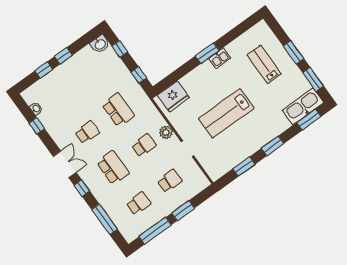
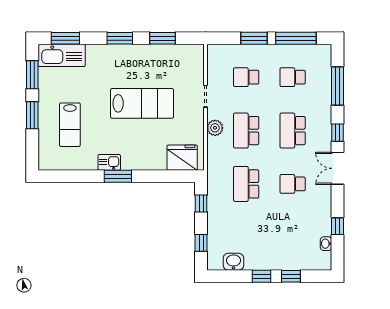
washbasin: (100, 44) -> (233, 262), moved
school desk: (144, 145) -> (246, 131), width x1.85

